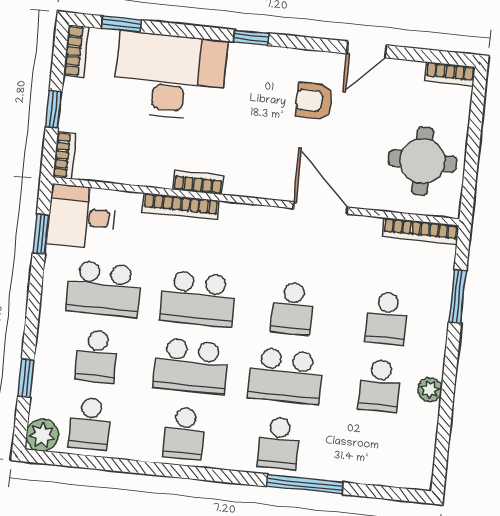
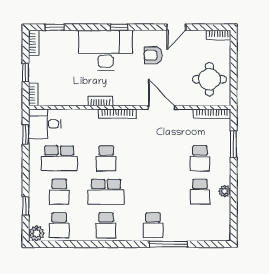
desk: (170, 76) -> (106, 50), moved
bookcase: (181, 206) -> (117, 114), moved
school desk: (198, 299) -> (106, 158), width x0.54
school desk: (292, 308) -> (153, 158), removed
school desk: (286, 376) -> (153, 192), removed

